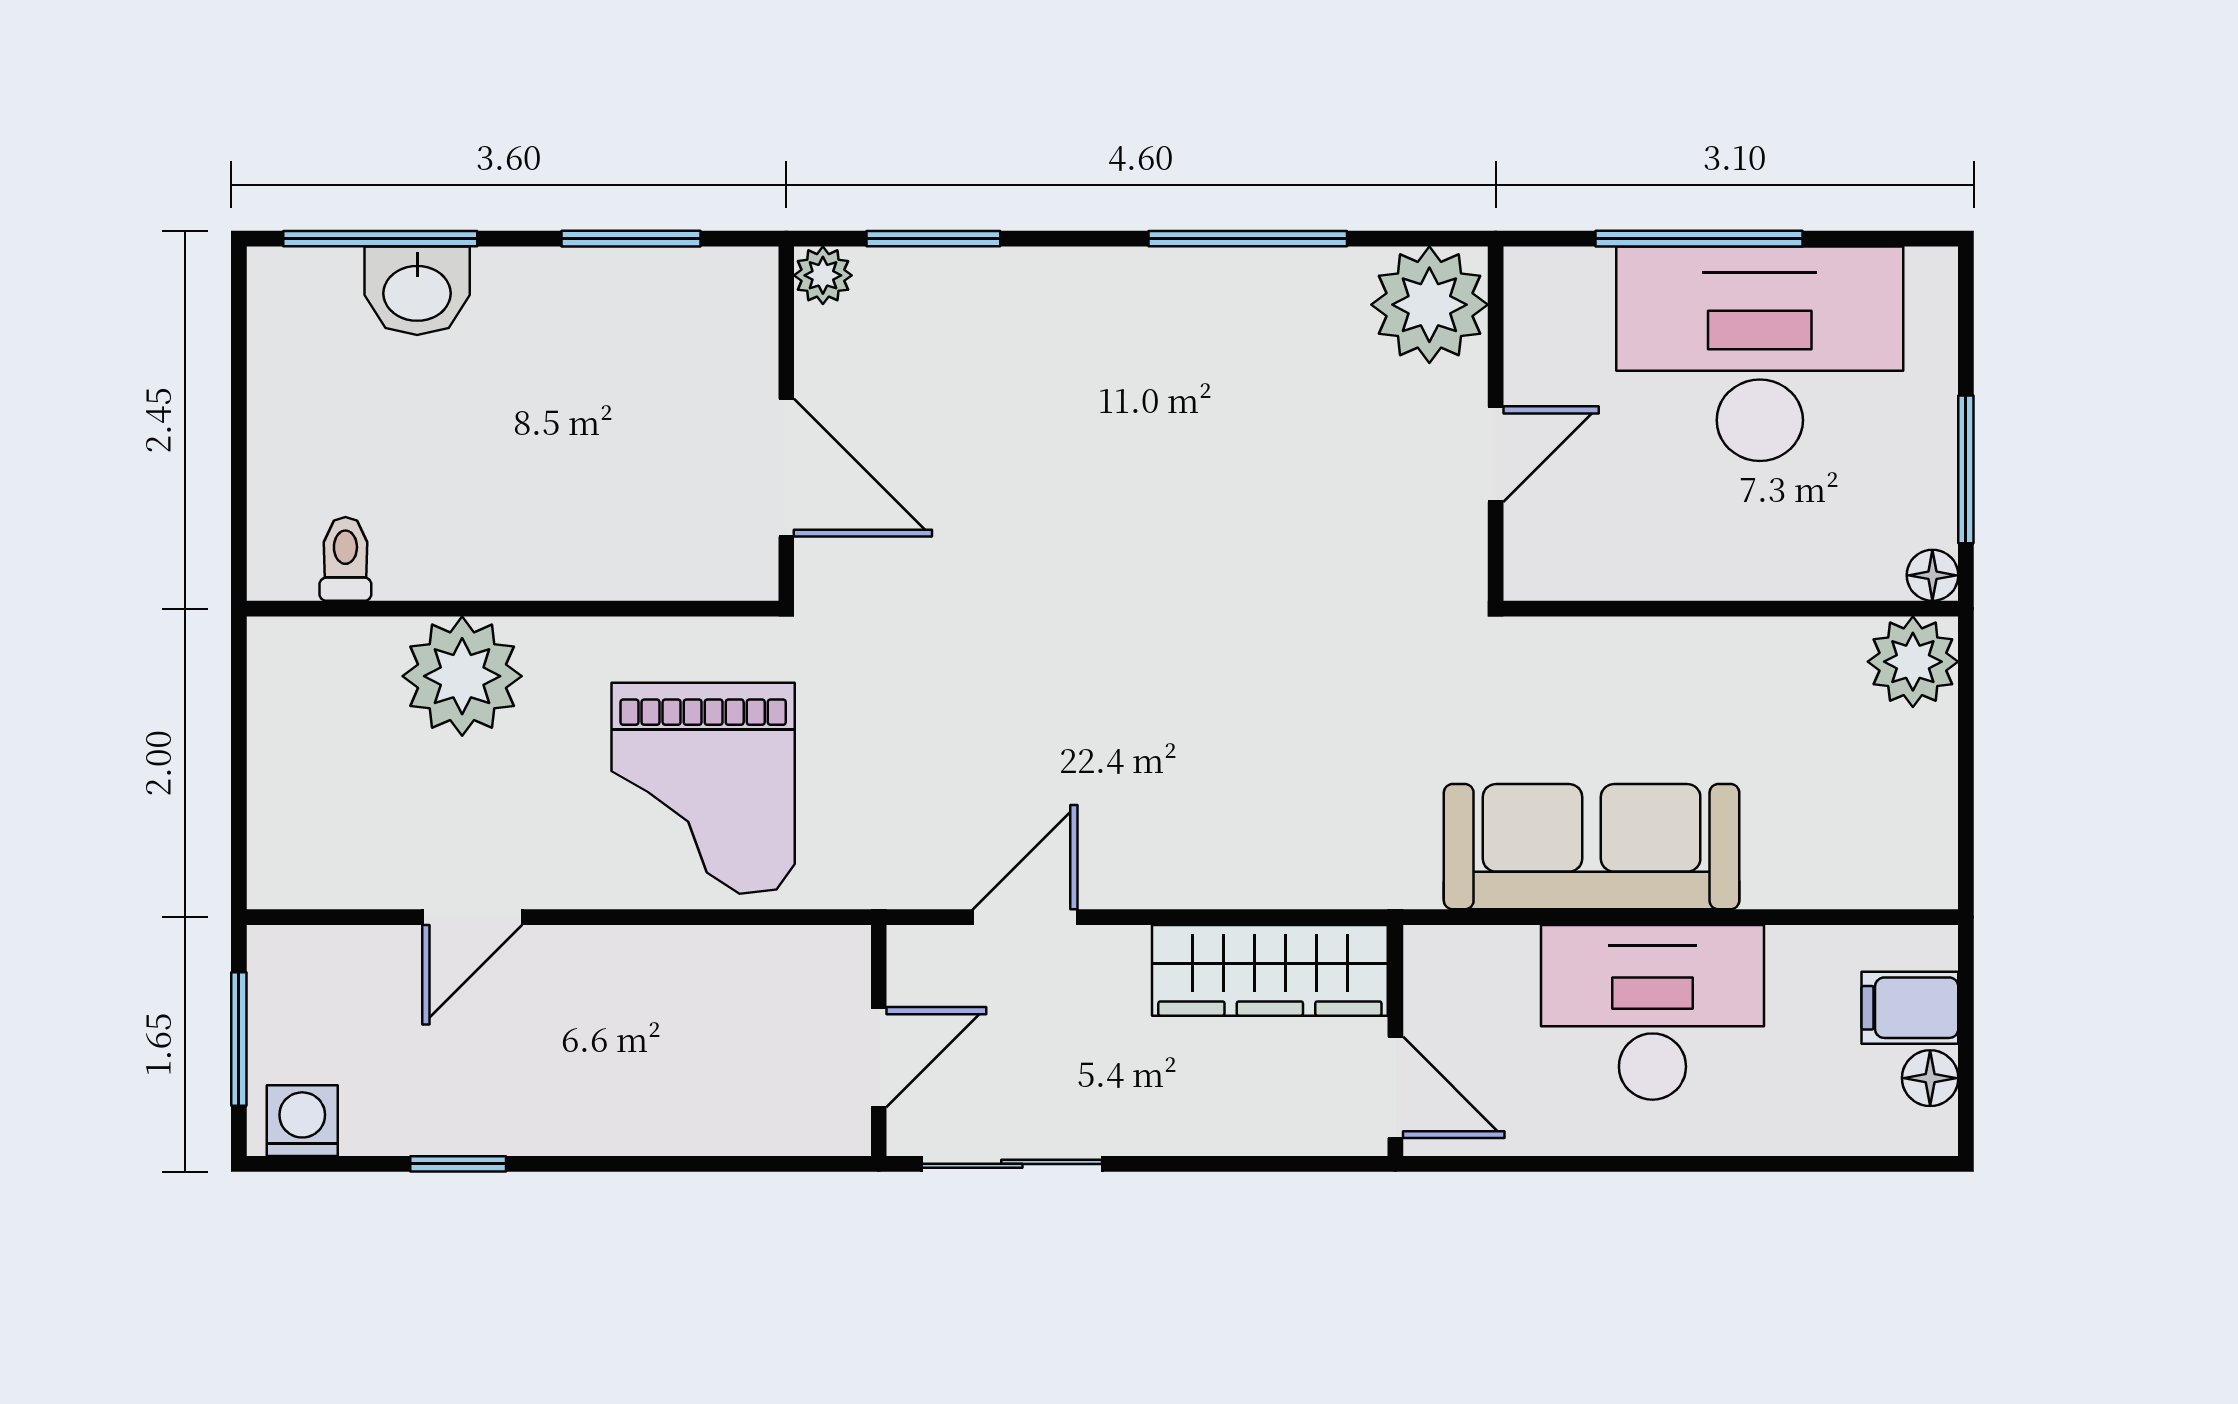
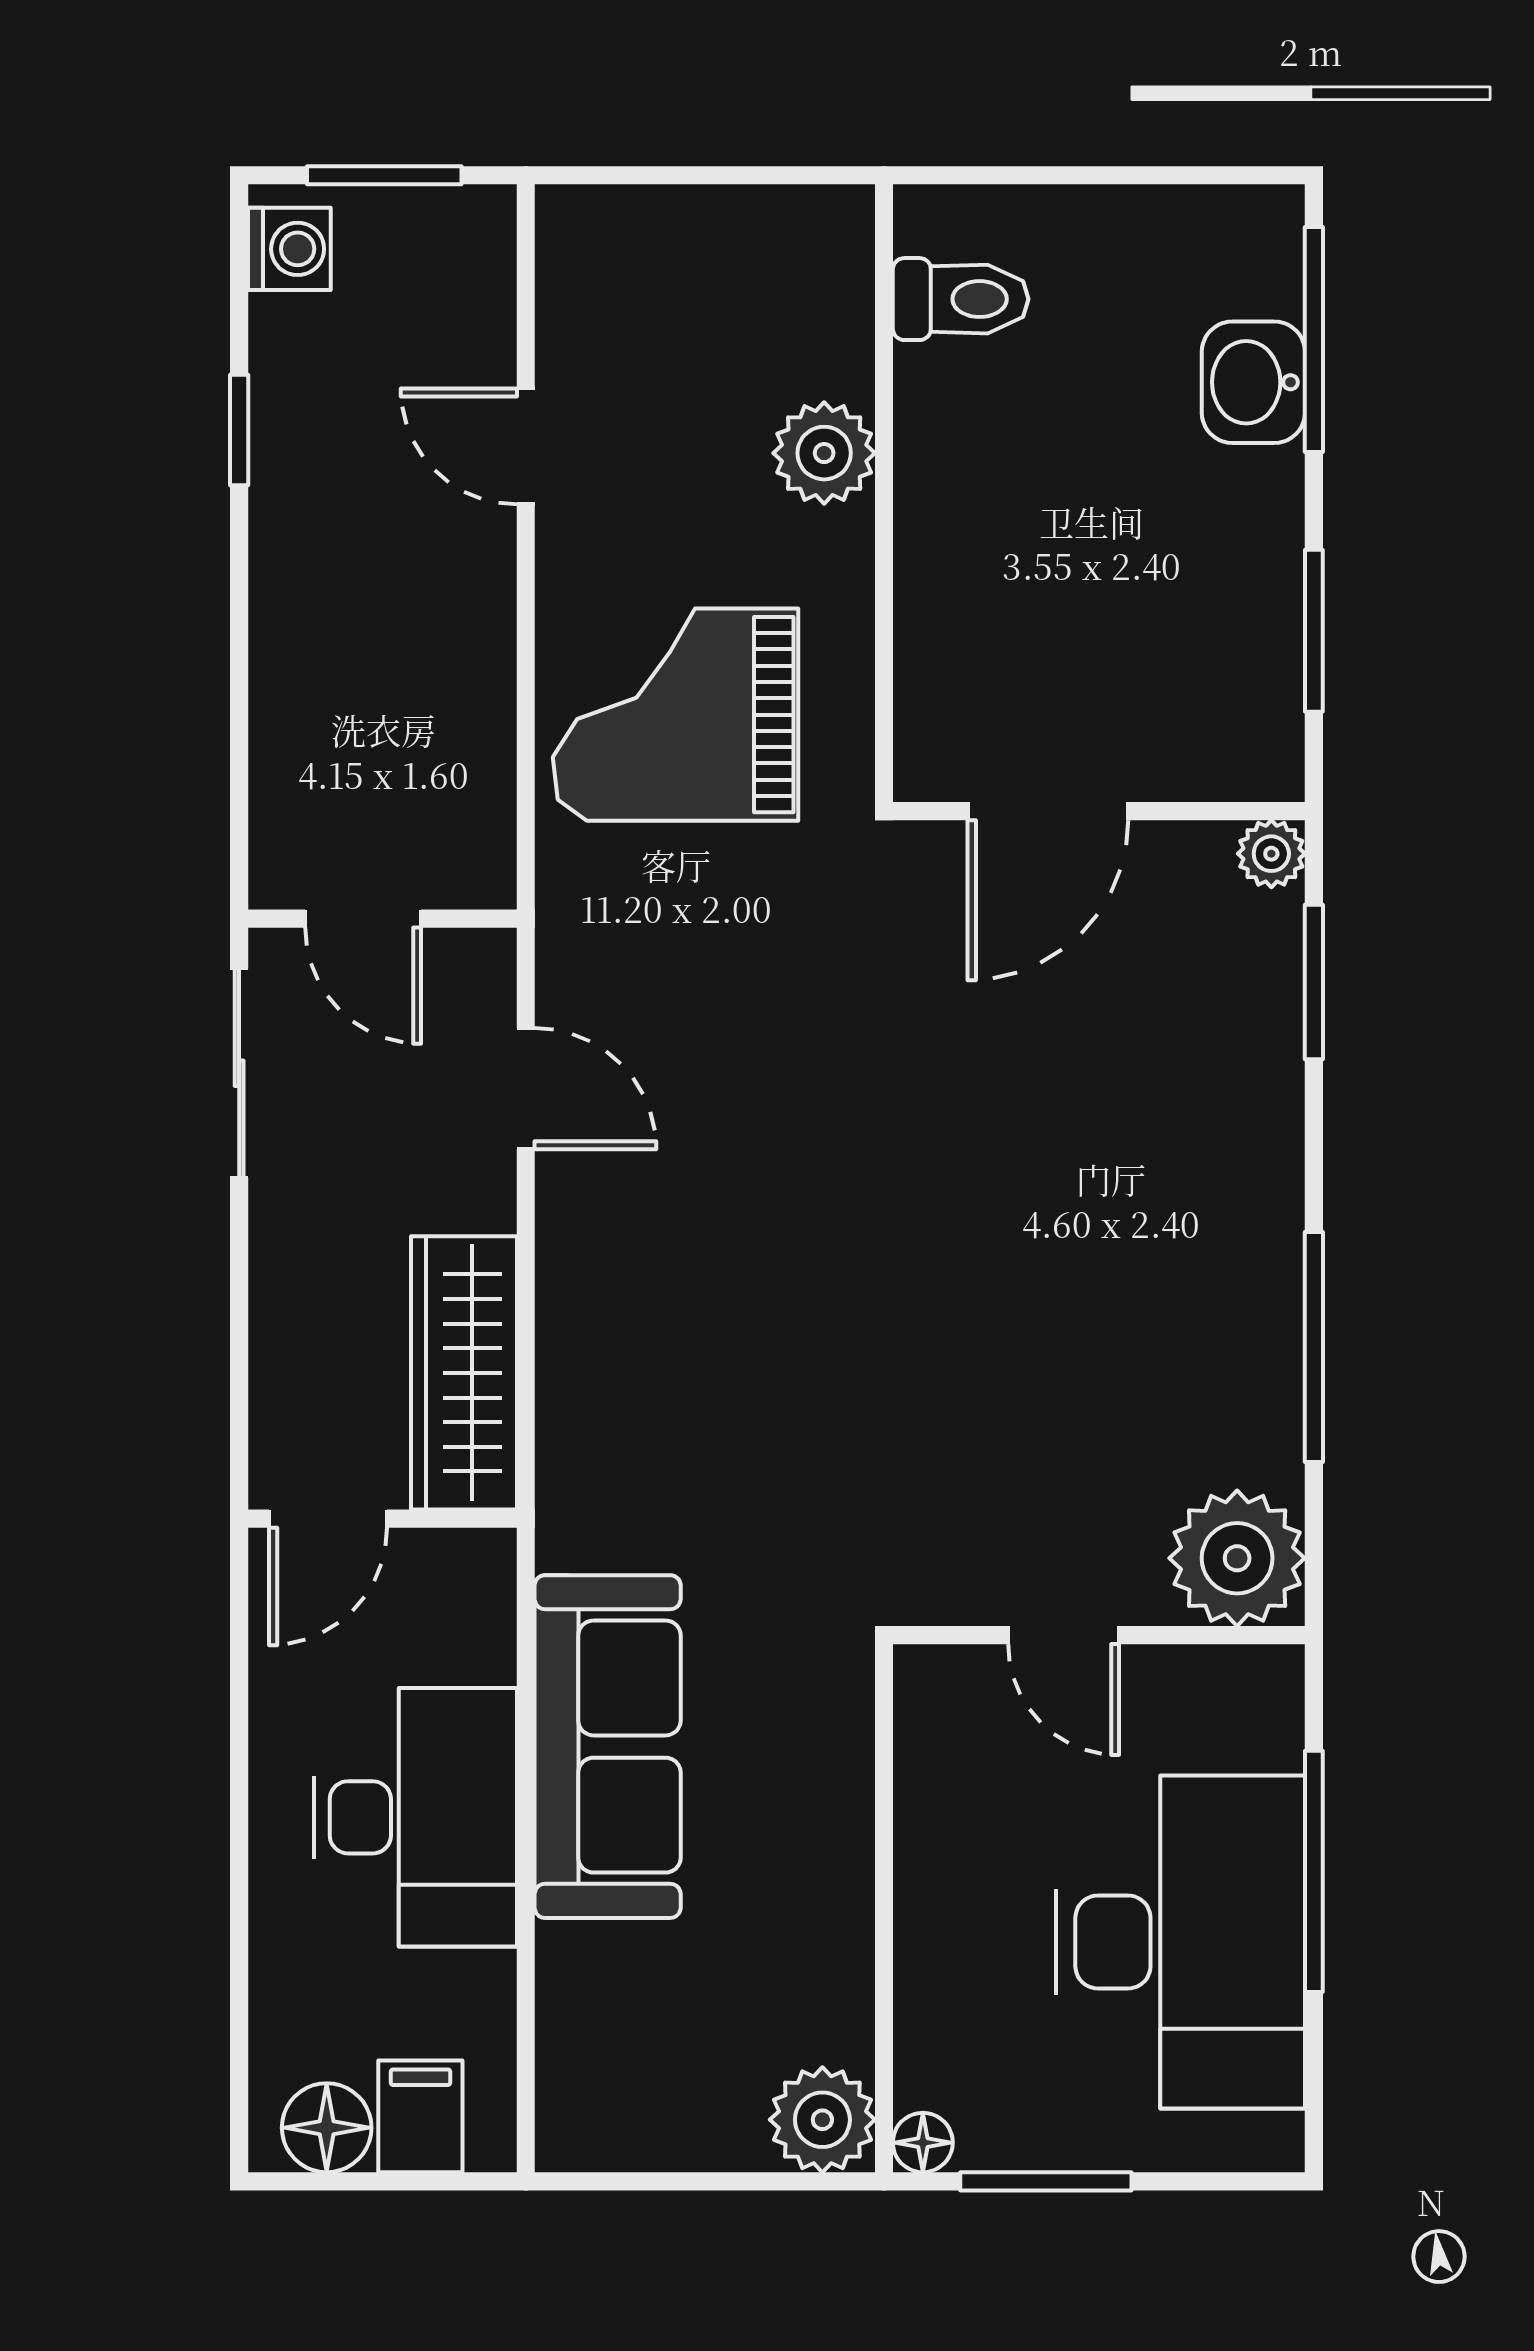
toilet: (345, 559) -> (961, 299), width x1.37, depth x1.39
plant: (462, 676) -> (824, 453), width x0.73, depth x0.73
floor lamp: (1930, 1078) -> (327, 2128), width x1.37, depth x1.37

